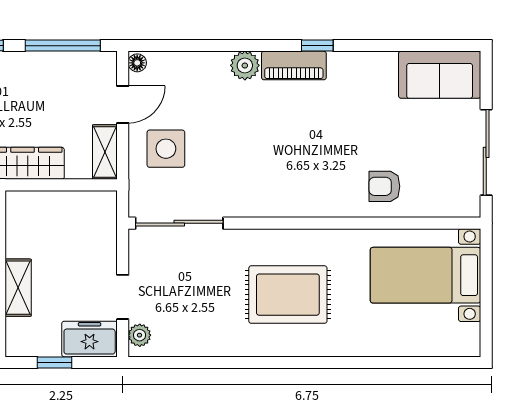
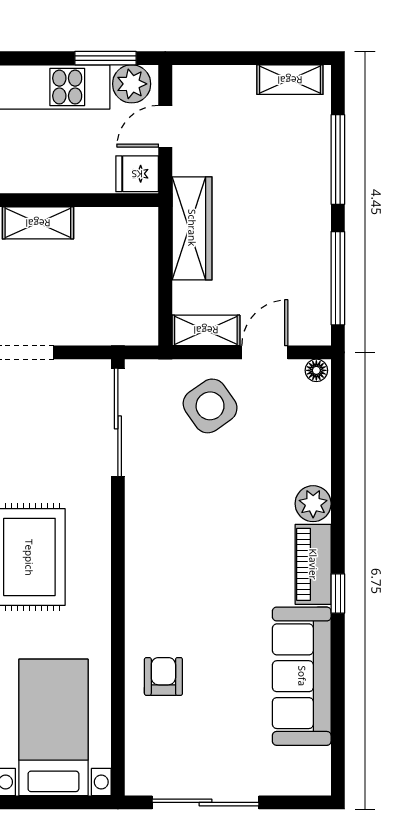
sofa: (440, 75) -> (302, 676), moved, width x1.36
door: (123, 104) -> (265, 352), swing flipped
side table: (166, 149) -> (210, 406), turned -35

